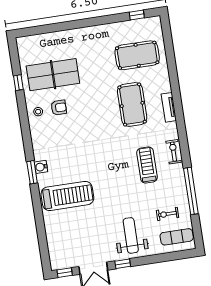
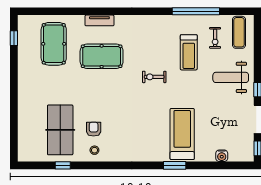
tv unit: (169, 107) -> (99, 20), moved
exercise bike: (173, 152) -> (154, 77), moved
treadmill: (147, 165) -> (189, 52), moved, turned -90
water cooler: (41, 167) -> (222, 156), moved
window: (32, 172) -> (175, 165), moved

